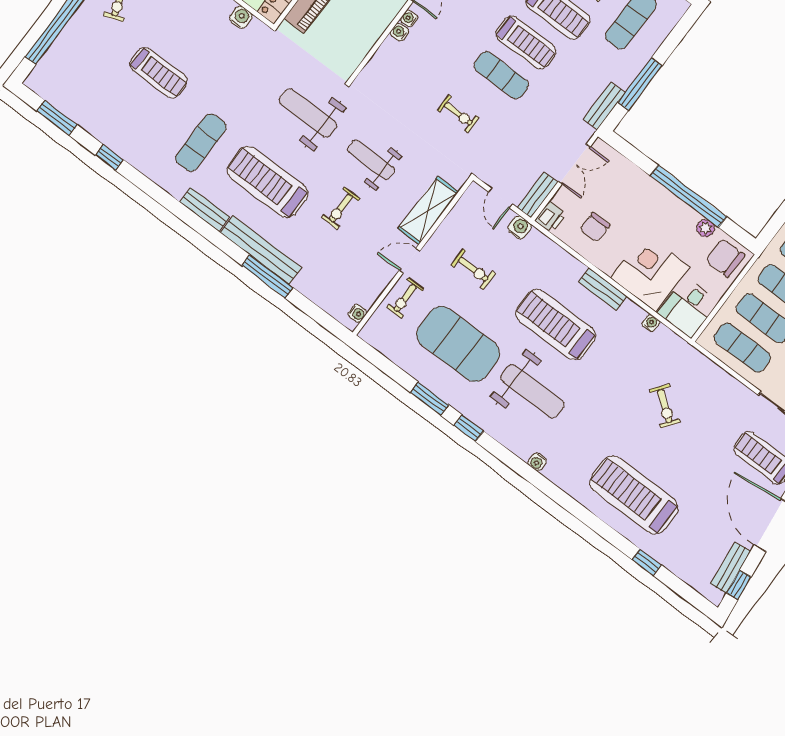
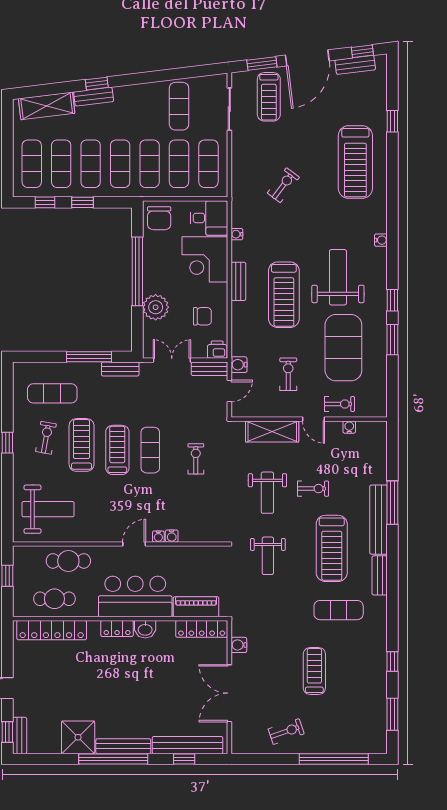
weight bench: (308, 113) -> (268, 556), width x0.73, depth x0.75
plant: (705, 228) -> (156, 307), moved, width x1.88, depth x1.88
water cooler: (357, 313) -> (349, 427), moved

